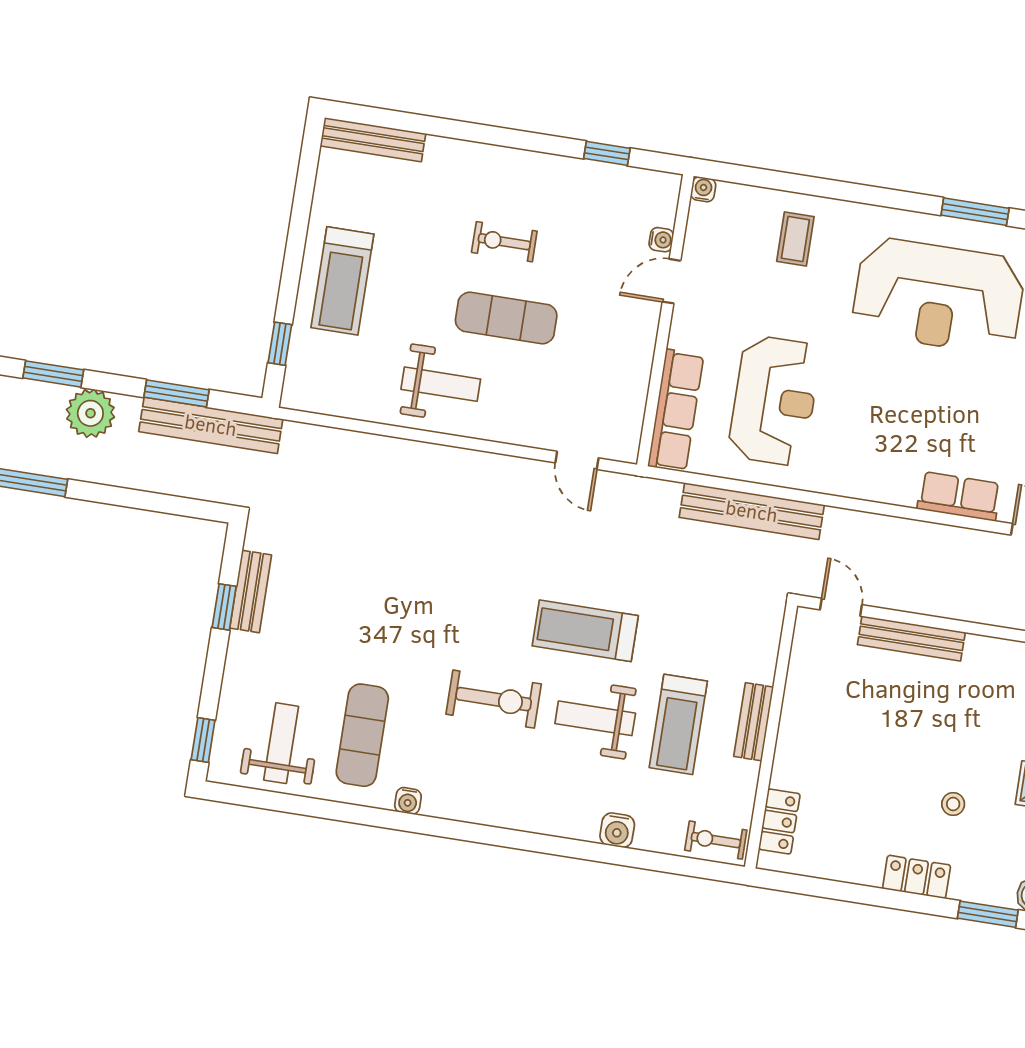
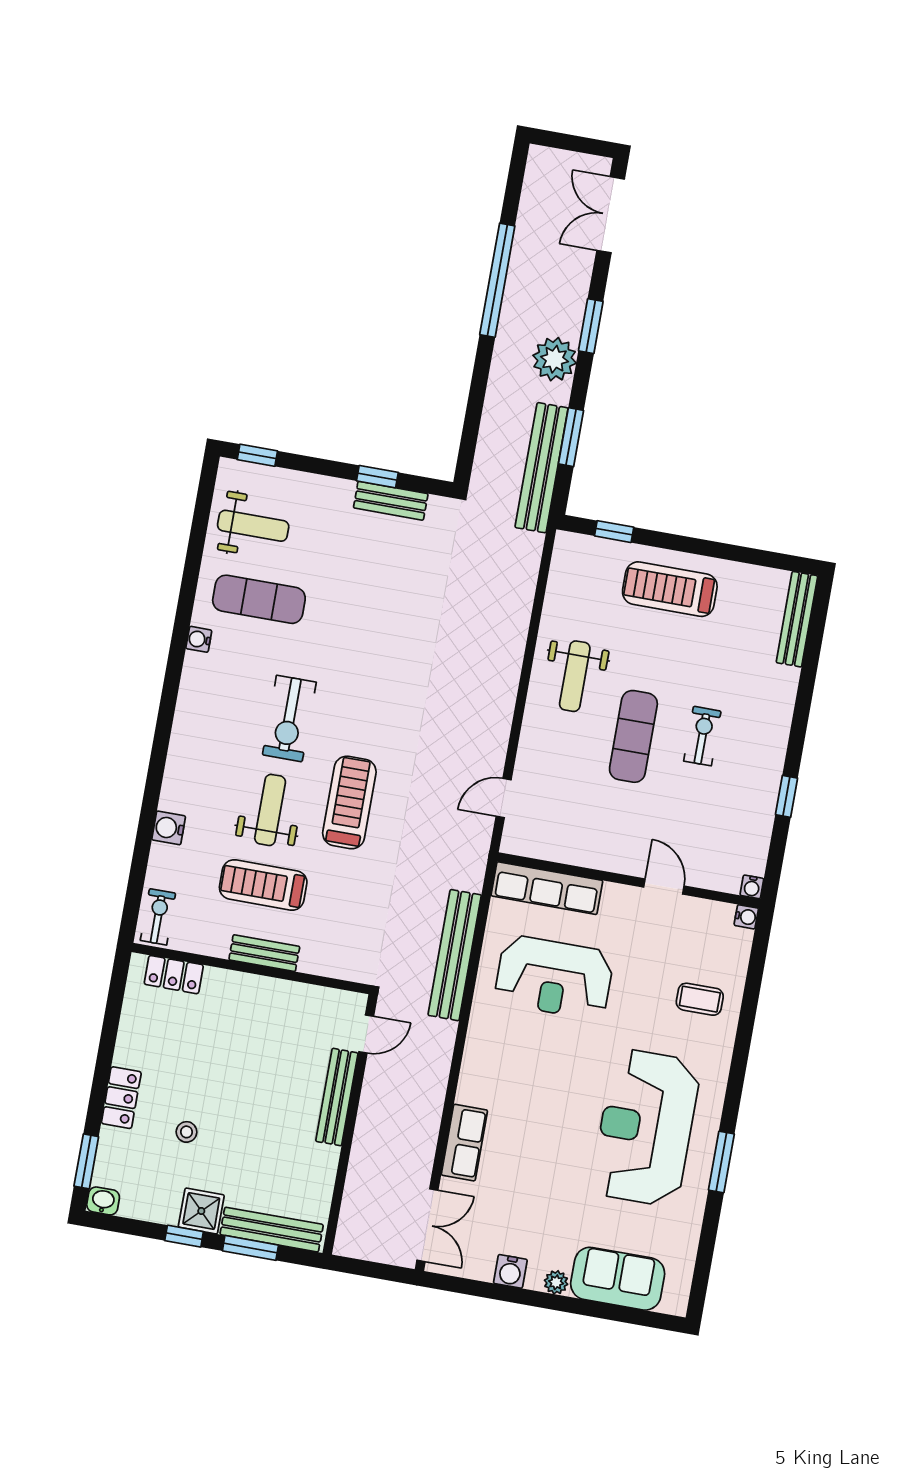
window: (607, 153) -> (786, 796), moved
water cooler: (661, 240) -> (752, 887), moved

